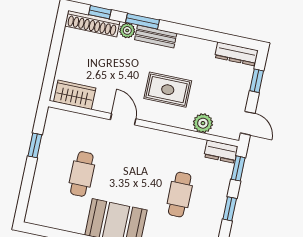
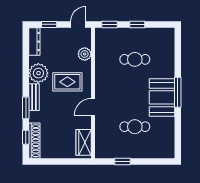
plant: (127, 30) -> (38, 73), moved, width x1.87, depth x1.87
rug: (168, 90) -> (67, 82), turned 90
dresser: (221, 152) -> (101, 38), removed

